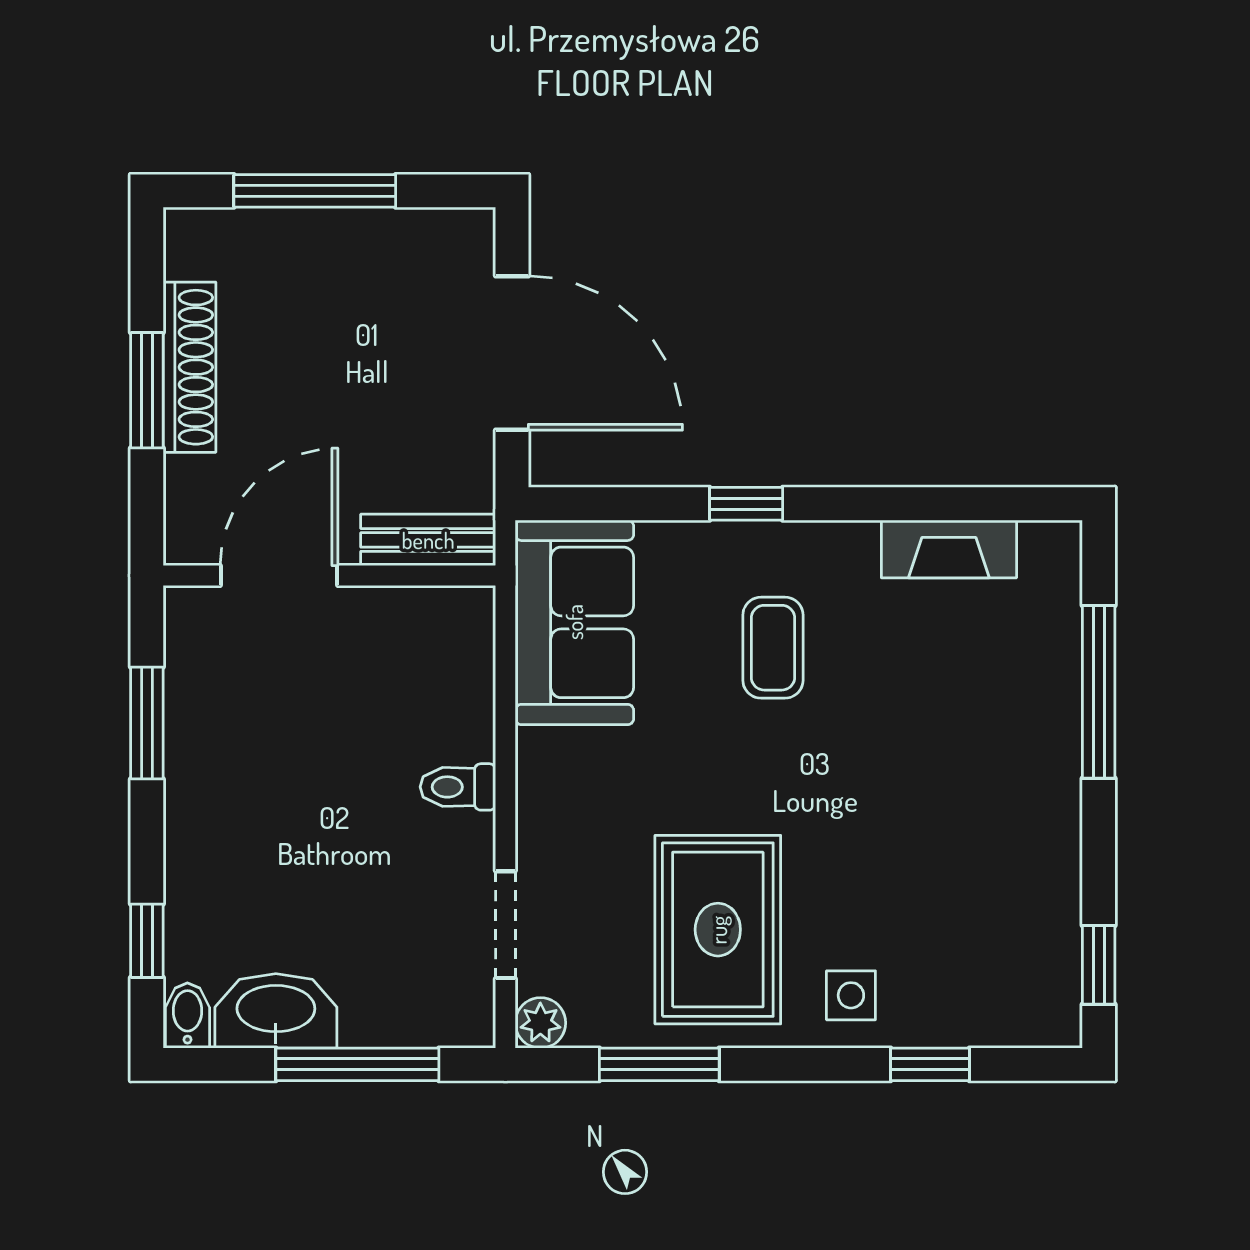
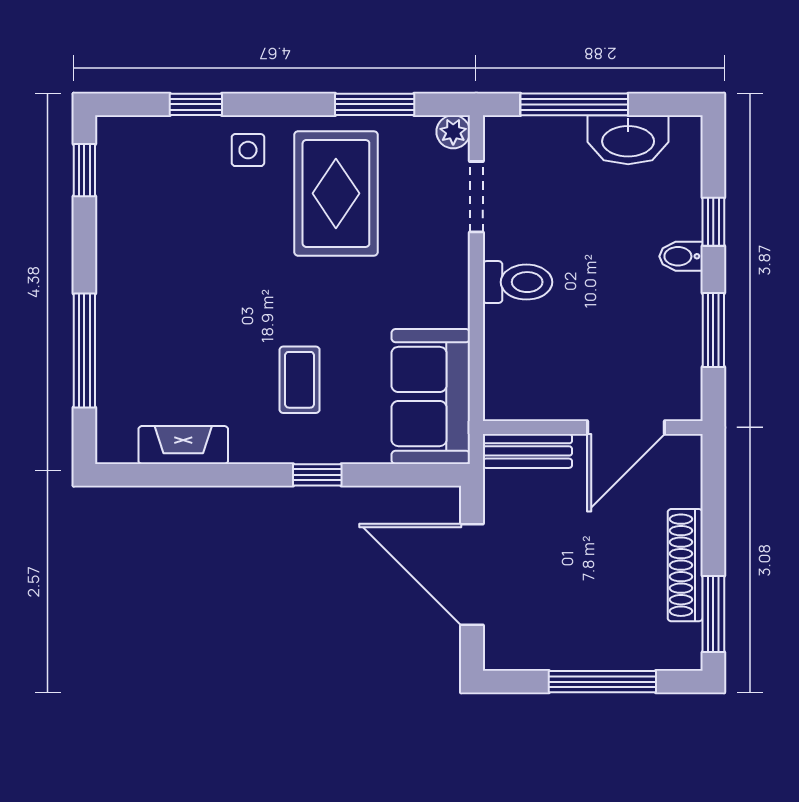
window: (147, 390) -> (713, 614), moved
toilet: (458, 787) -> (517, 282), width x1.37, depth x1.39
window: (147, 941) -> (713, 222), moved
bidet: (187, 1015) -> (681, 256), moved, turned 90

